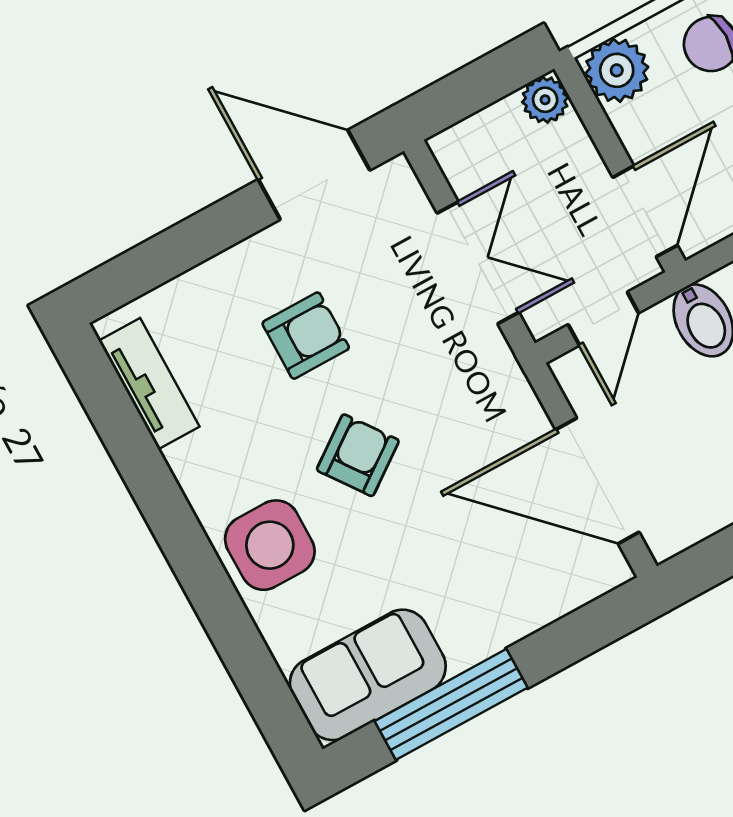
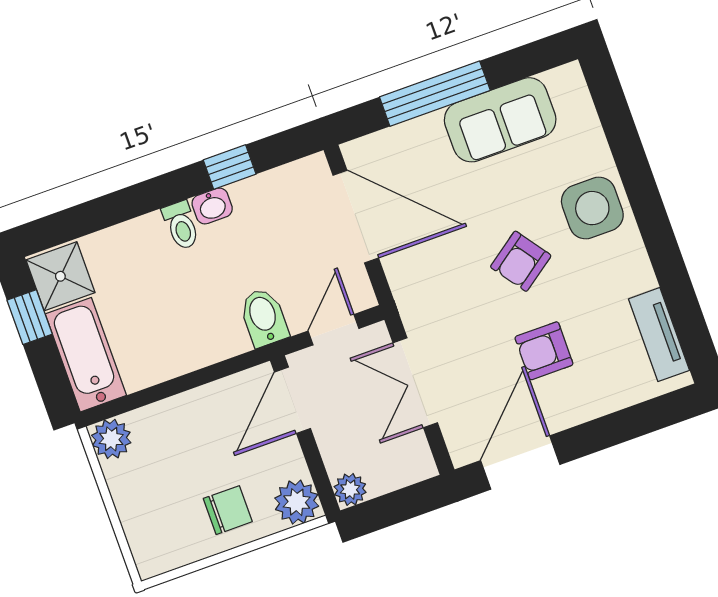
door: (314, 175) -> (520, 463), swing flipped
sofa: (368, 675) -> (500, 120), moved
window: (451, 704) -> (435, 94), moved

